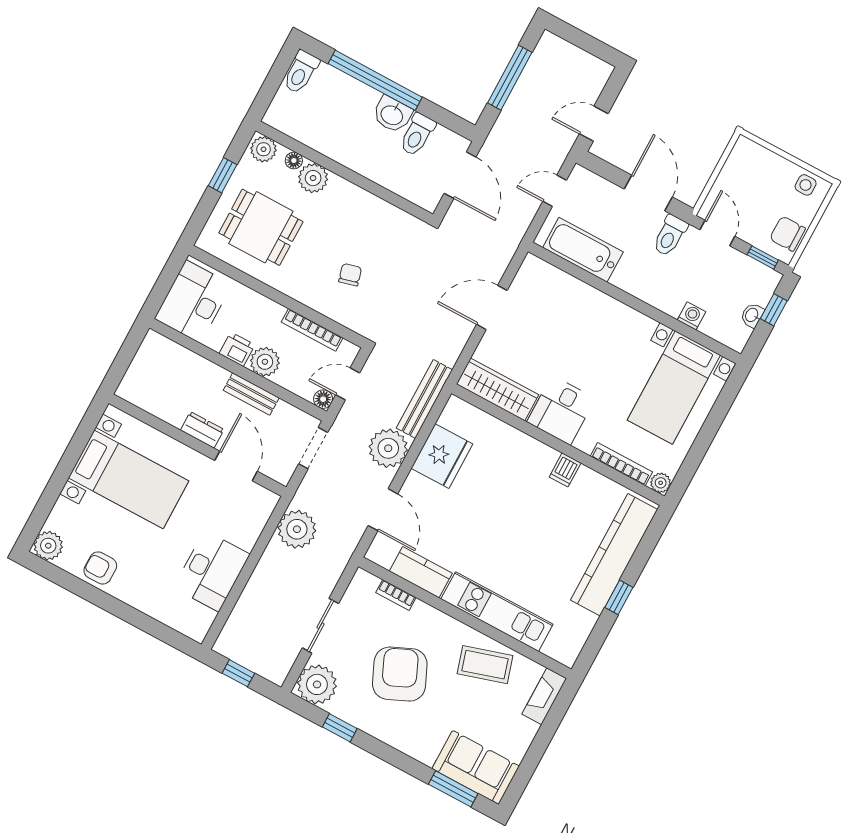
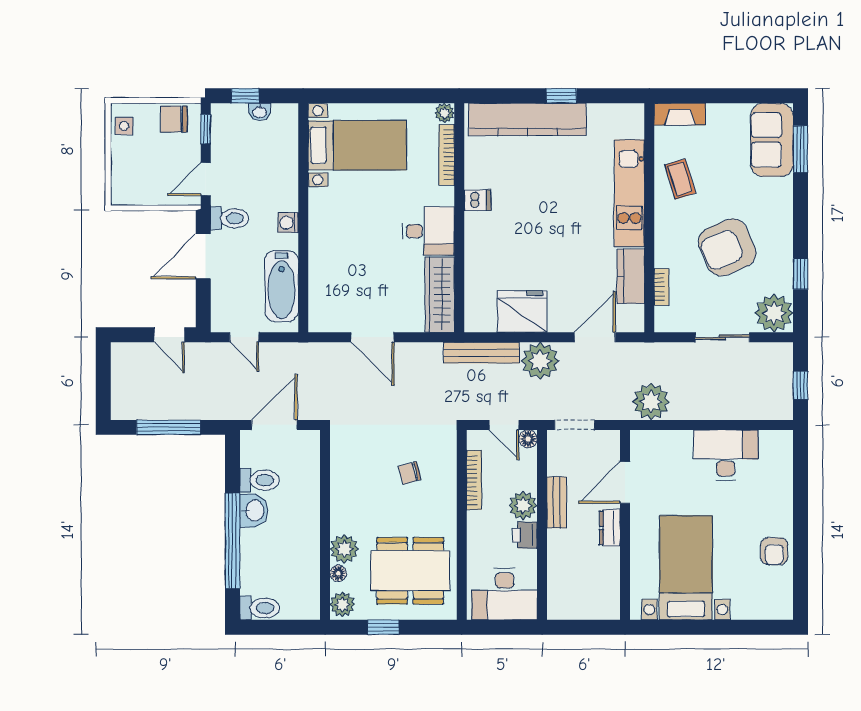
dining table: (261, 227) -> (410, 571), width x1.38
chair: (788, 234) -> (174, 119), turned 90
washing machine: (692, 316) -> (288, 223), moved
plant: (48, 546) -> (779, 606), removed
coffee table: (485, 665) -> (680, 179), width x0.73, depth x0.77

